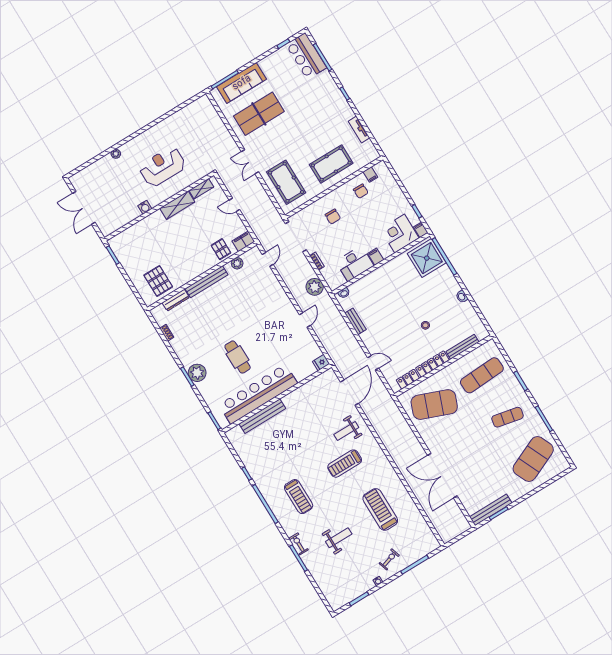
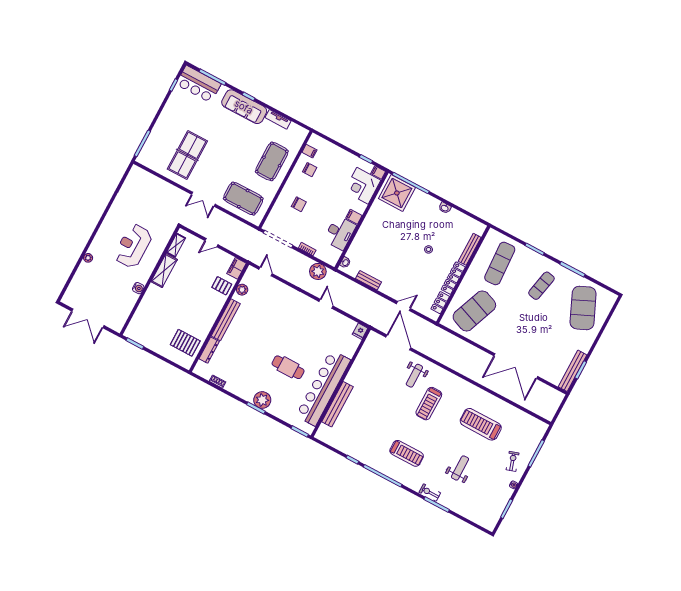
sofa: (242, 83) -> (244, 107), moved, turned 90

